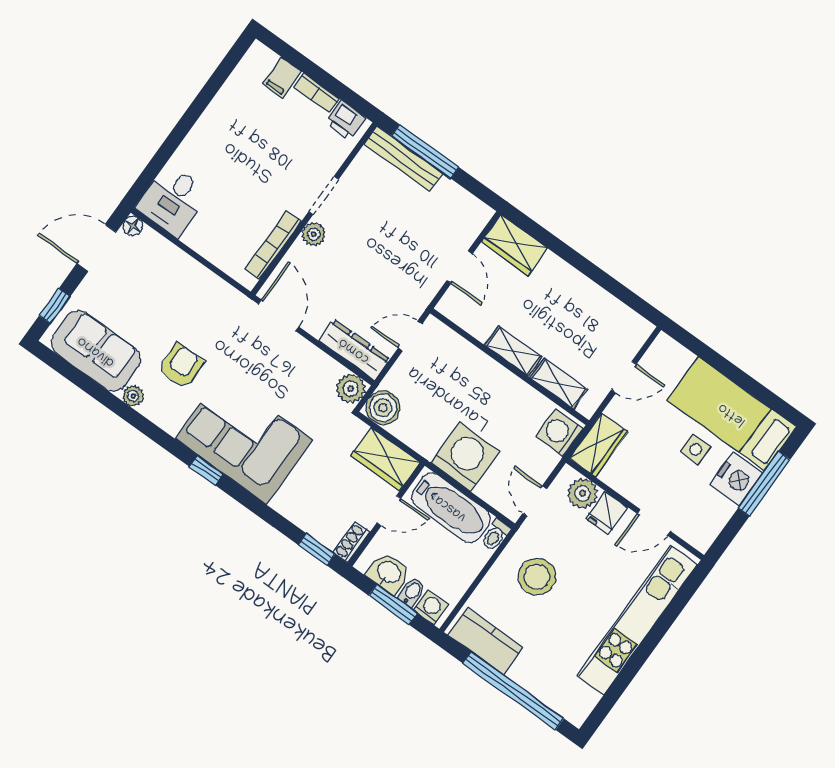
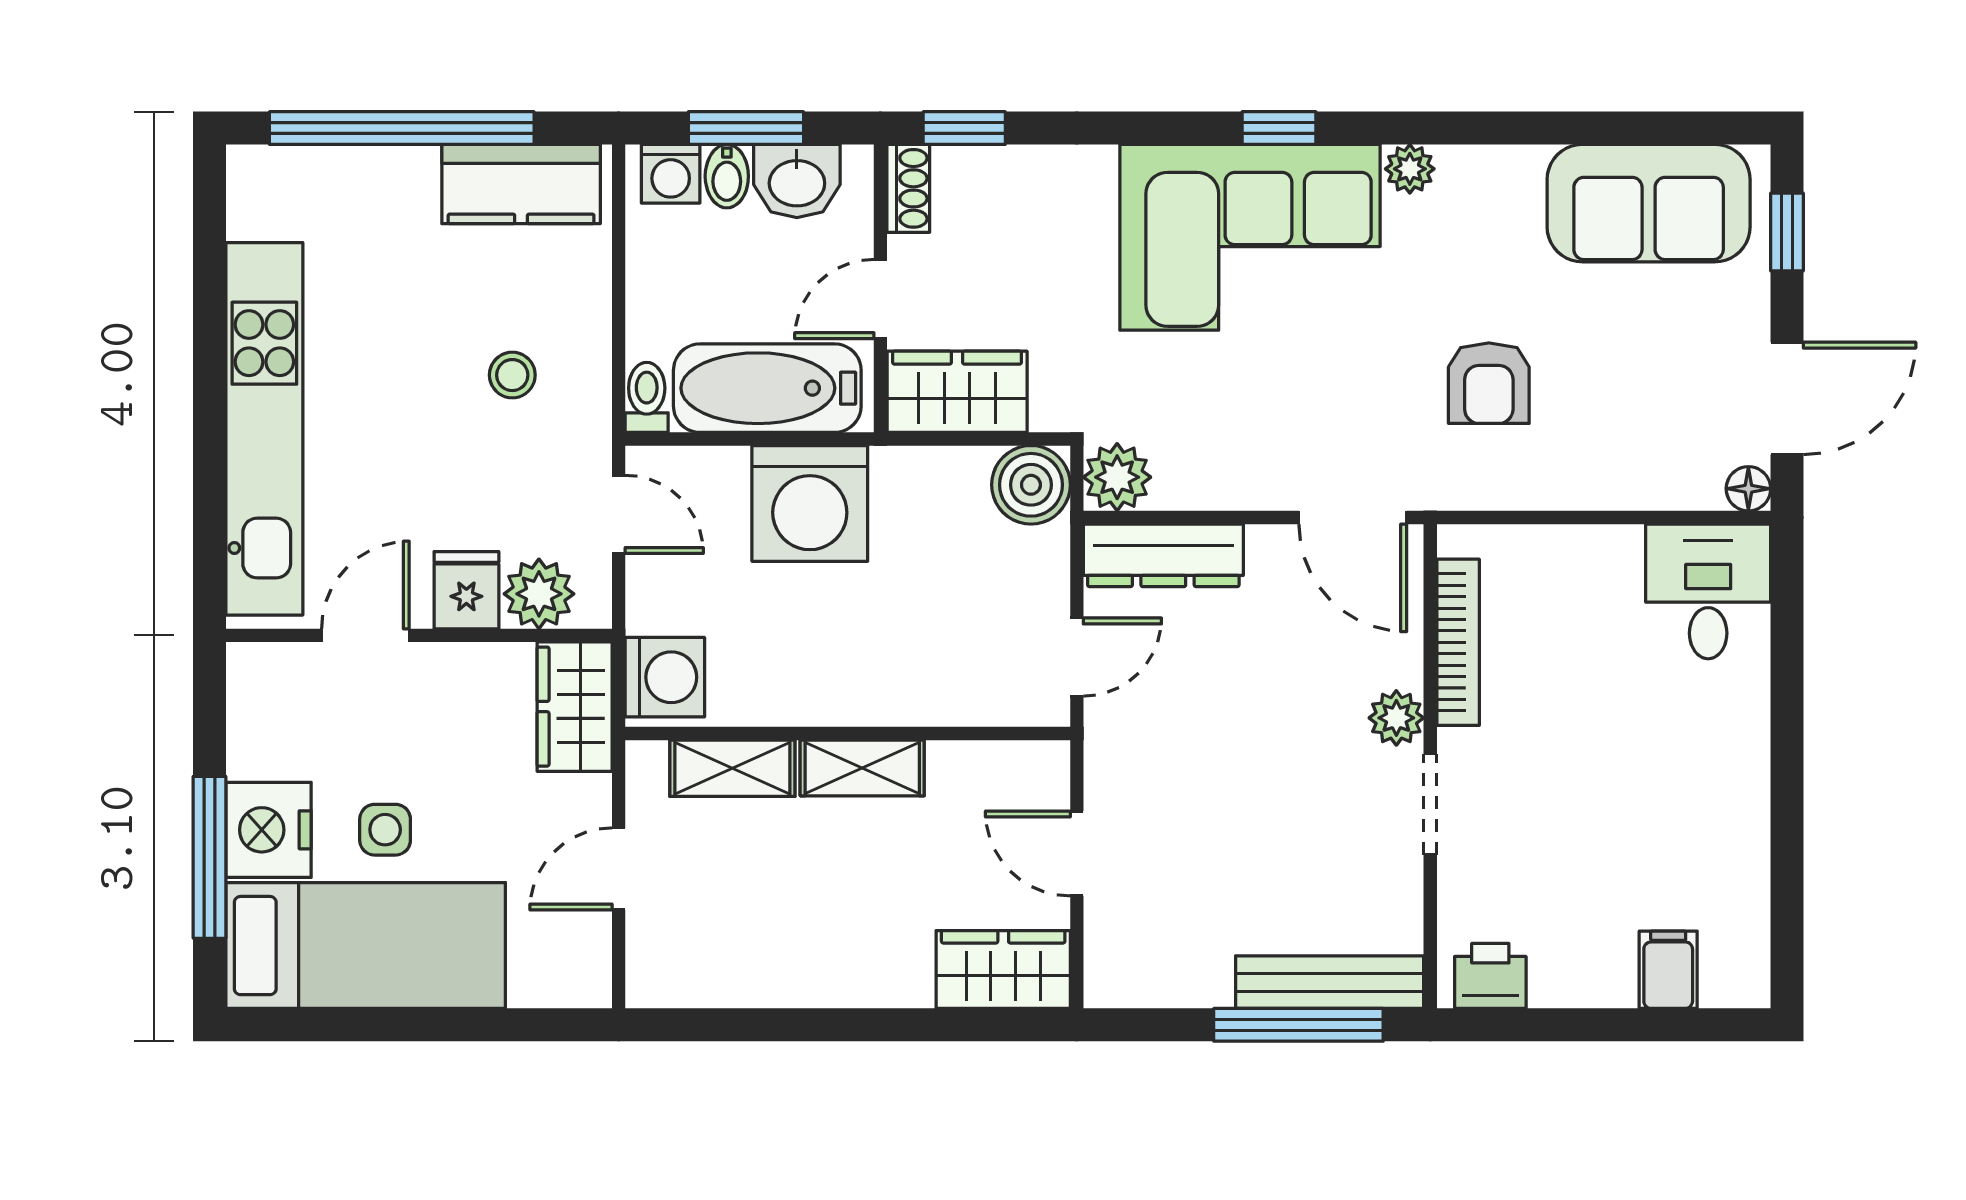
bookcase: (316, 93) -> (1583, 988), removed
armchair: (181, 366) -> (1489, 383), moved
plant: (133, 396) -> (1410, 169), moved
stool: (537, 577) -> (512, 375), width x0.53, depth x0.53

